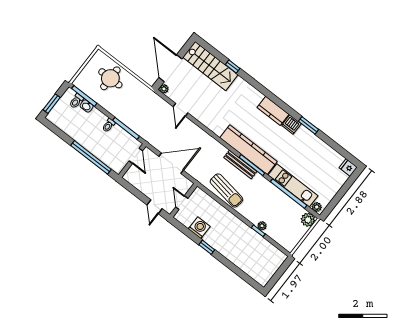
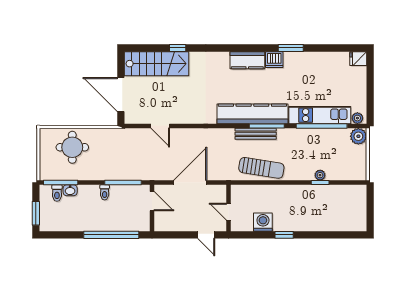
plant: (164, 89) -> (130, 118), removed

